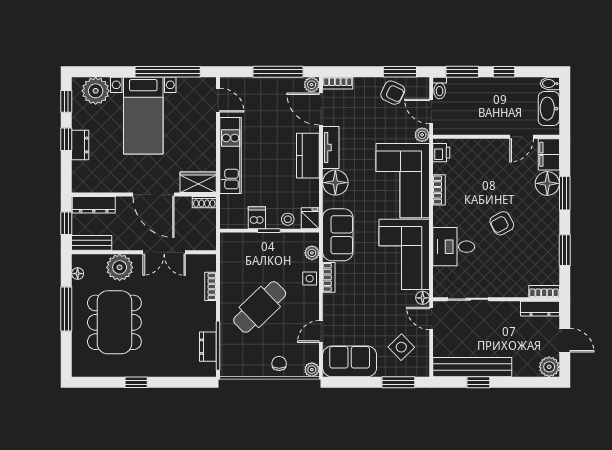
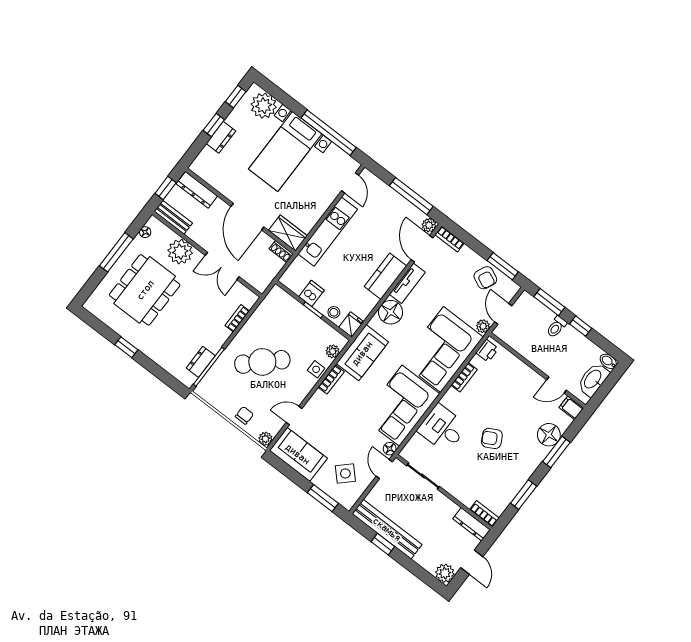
toilet: (440, 88) -> (556, 327), moved
filing cabinet: (549, 154) -> (571, 408), width x0.50

